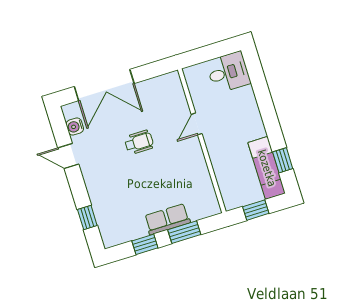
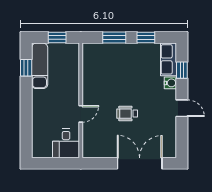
desk: (228, 72) -> (66, 143), moved, turned -90
water cooler: (75, 127) -> (170, 83), moved
door: (68, 156) -> (182, 108), moved
row of seats: (167, 219) -> (169, 59), moved, turned 90

